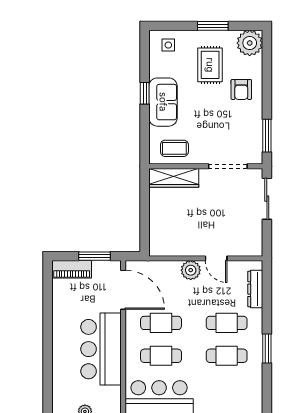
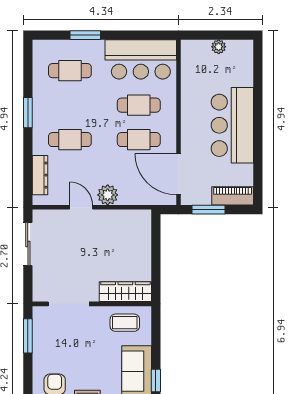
sliding door: (267, 199) -> (28, 244), moved
bar counter: (101, 349) -> (232, 125), moved, turned 180
cafe table: (227, 356) -> (70, 71), moved

